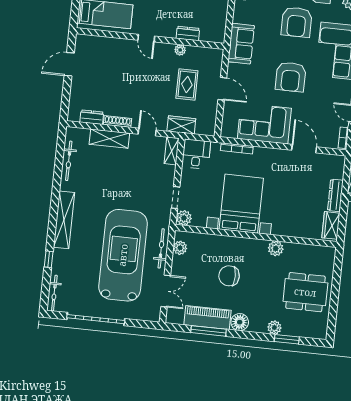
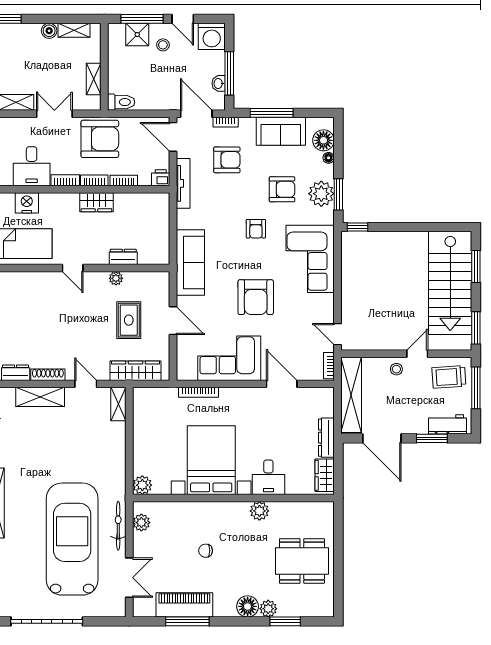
armchair: (297, 22) -> (256, 229), width x0.53, depth x0.53
sofa: (241, 44) -> (190, 263), width x1.36
wardrobe: (181, 125) -> (136, 371), width x1.50
desk: (196, 154) -> (268, 477), moved, turned 180
doorway: (176, 198) -> (129, 461), removed
chair: (229, 276) -> (206, 551), width x0.54, depth x0.54
floor lamp: (240, 322) -> (248, 606), moved

